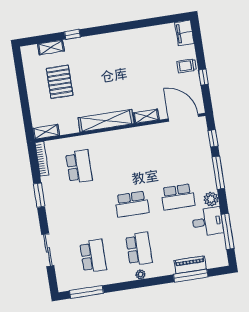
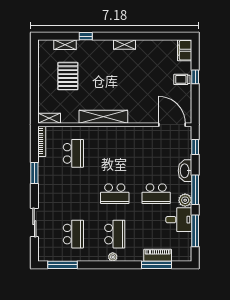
window: (203, 77) -> (195, 77), moved
shelving: (146, 116) -> (125, 45), moved
washbasin: (206, 166) -> (185, 171), added
window: (218, 173) -> (195, 190), moved

